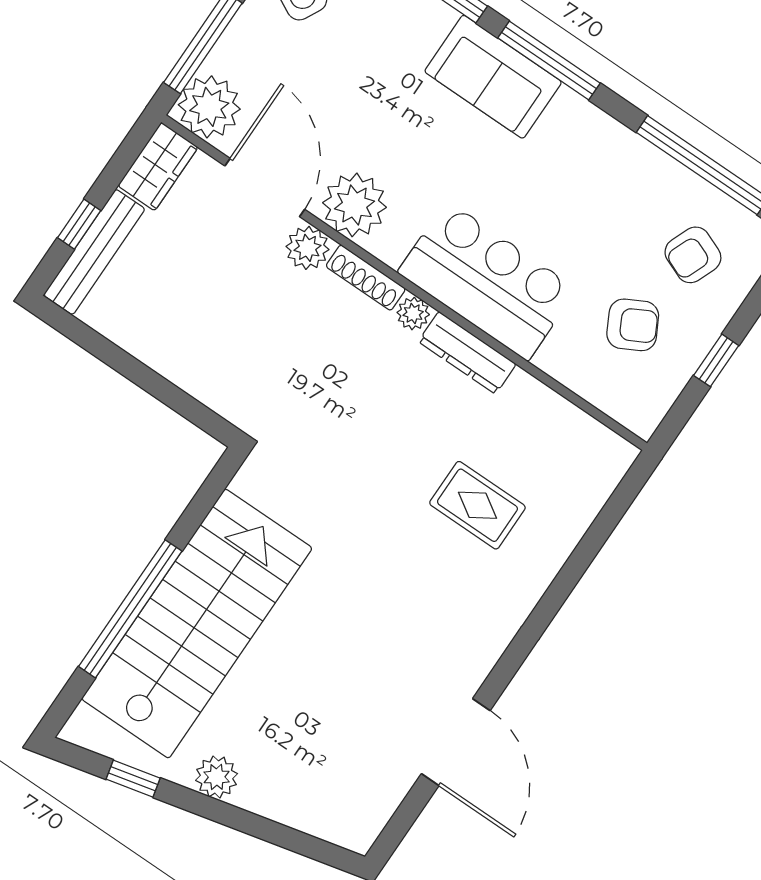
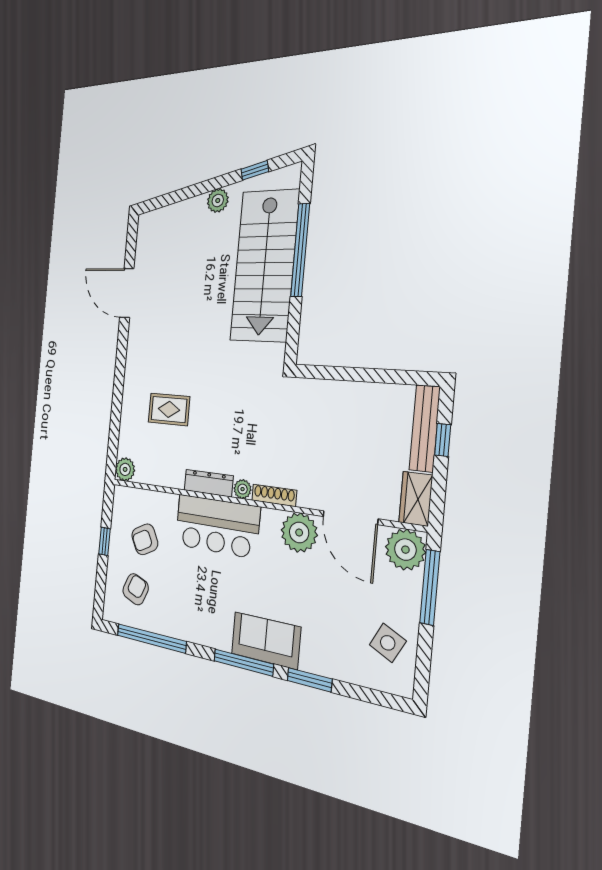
plant: (307, 248) -> (125, 469), moved

